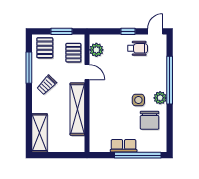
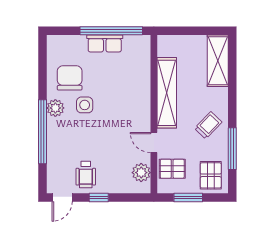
wheelchair: (138, 48) -> (86, 175), turned -90
pallet: (73, 53) -> (172, 169), turned 90
window: (138, 155) -> (111, 31), moved

